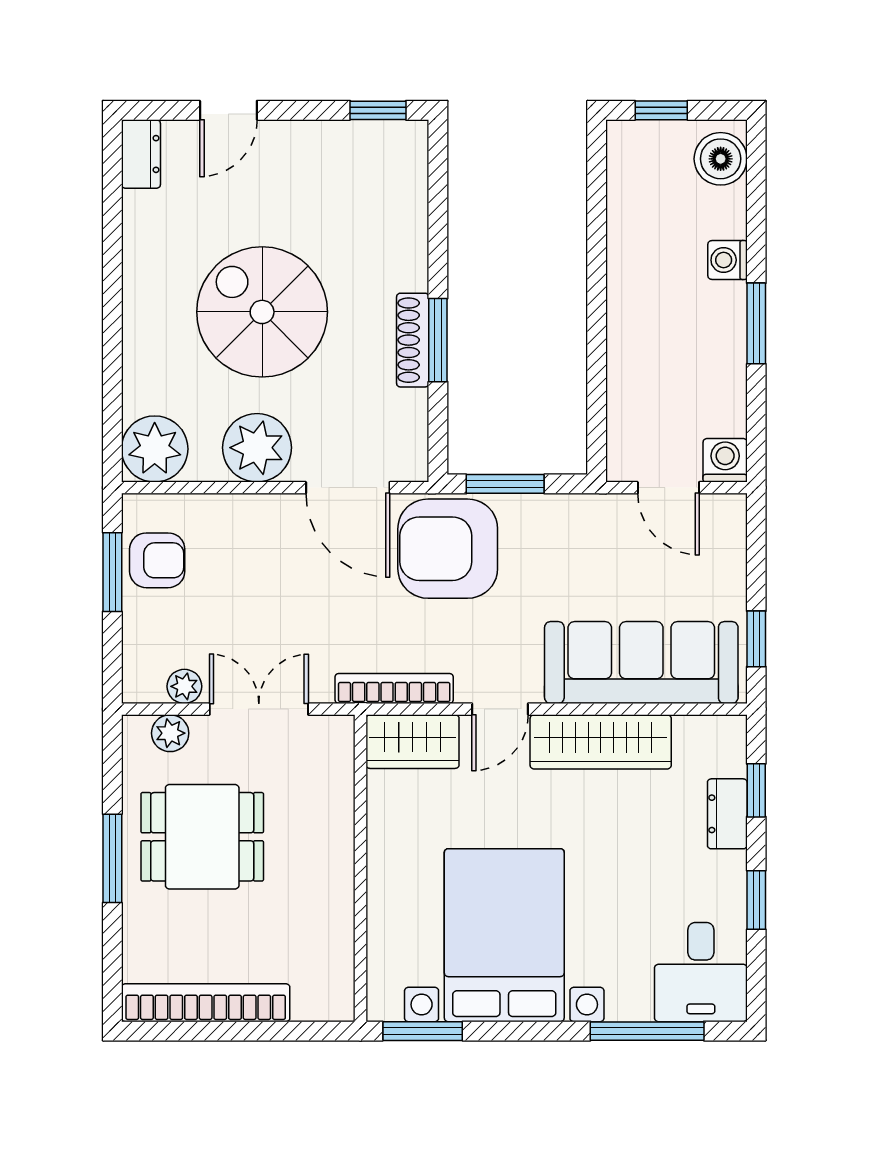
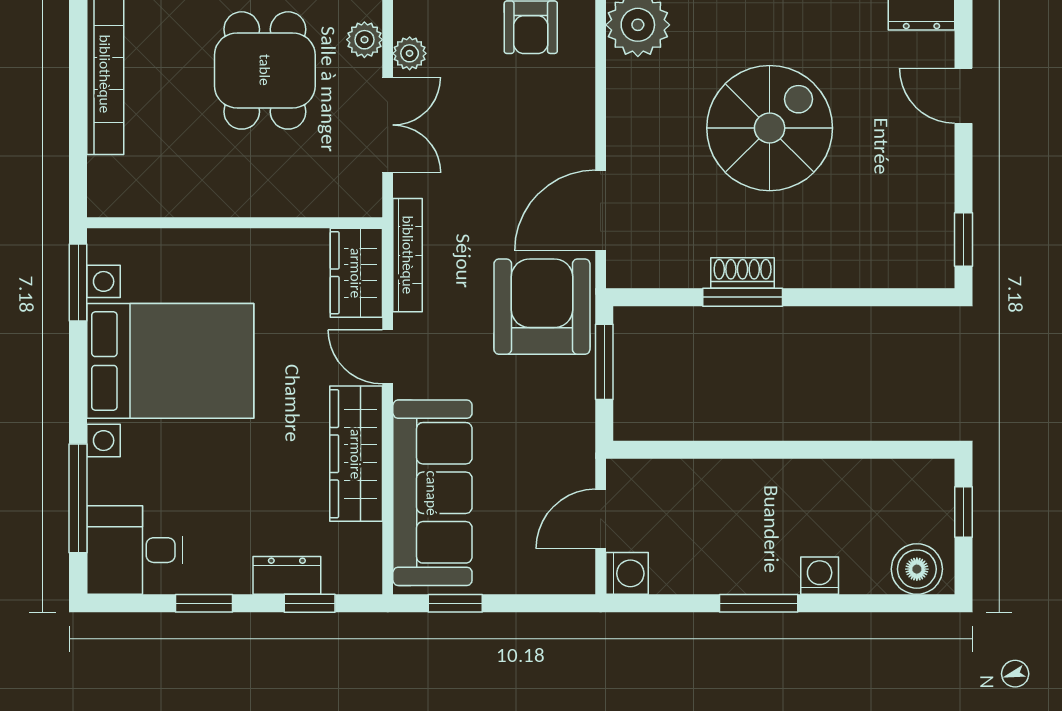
shoe rack: (413, 340) -> (743, 273), width x0.70
plant: (257, 448) -> (639, 123), removed

